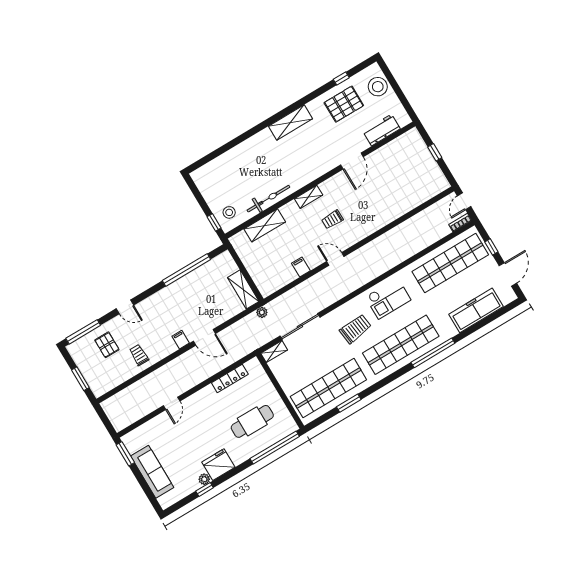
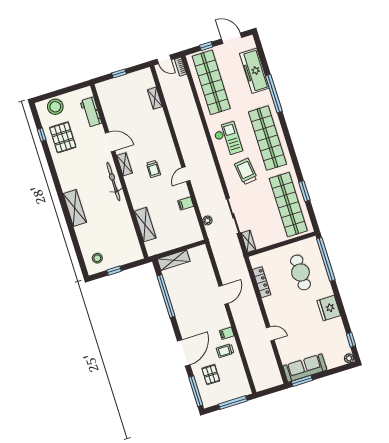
shelving: (290, 122) -> (75, 208), moved
shelving: (309, 197) -> (125, 164), moved
bicycle: (268, 199) -> (113, 182), moved
shelving: (416, 201) -> (155, 98), added
stool: (229, 212) -> (97, 258), moved
window: (214, 222) -> (114, 271), moved
shelving: (243, 289) -> (174, 260), moved
door: (125, 307) -> (184, 353), width x1.87
plant: (262, 312) -> (207, 220), moved
filing cabinet: (181, 340) -> (227, 333), moved
pallet: (107, 345) -> (211, 375), turned 90
window: (433, 353) -> (274, 94), moved
window: (80, 379) -> (233, 403), width x1.44
sofa: (152, 472) -> (305, 368), moved
plant: (204, 479) -> (349, 358), moved
window: (205, 489) -> (351, 340), moved

